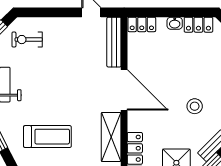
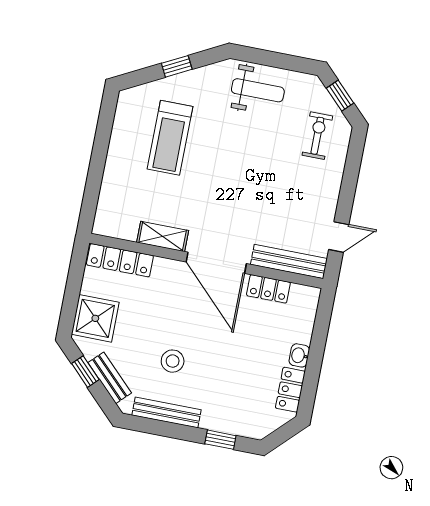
locker: (142, 24) -> (268, 289), moved, turned -90
door: (124, 90) -> (216, 263), hinge flipped
shelving: (111, 137) -> (163, 236), width x0.67, depth x0.75

